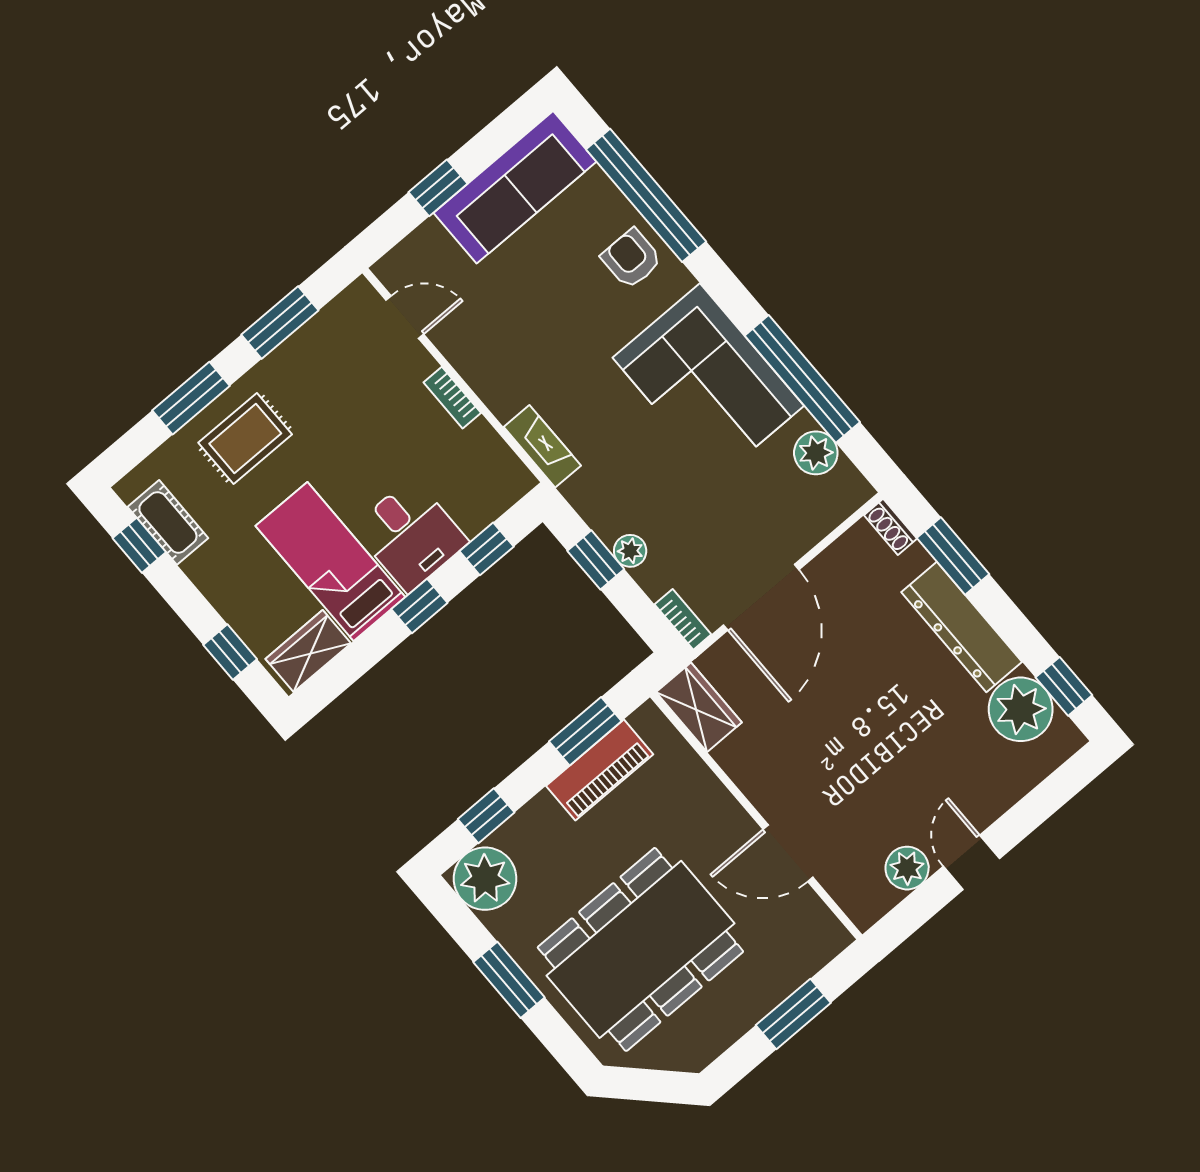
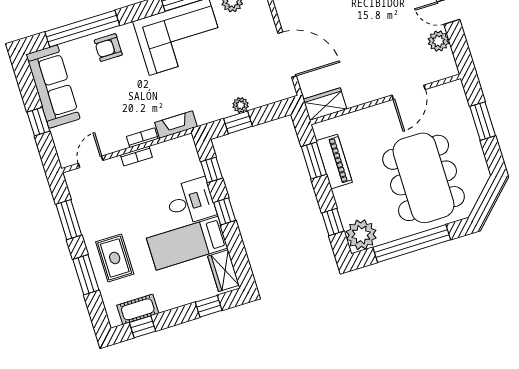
bookcase: (683, 619) -> (142, 138), moved
window: (509, 980) -> (412, 243), width x2.11

